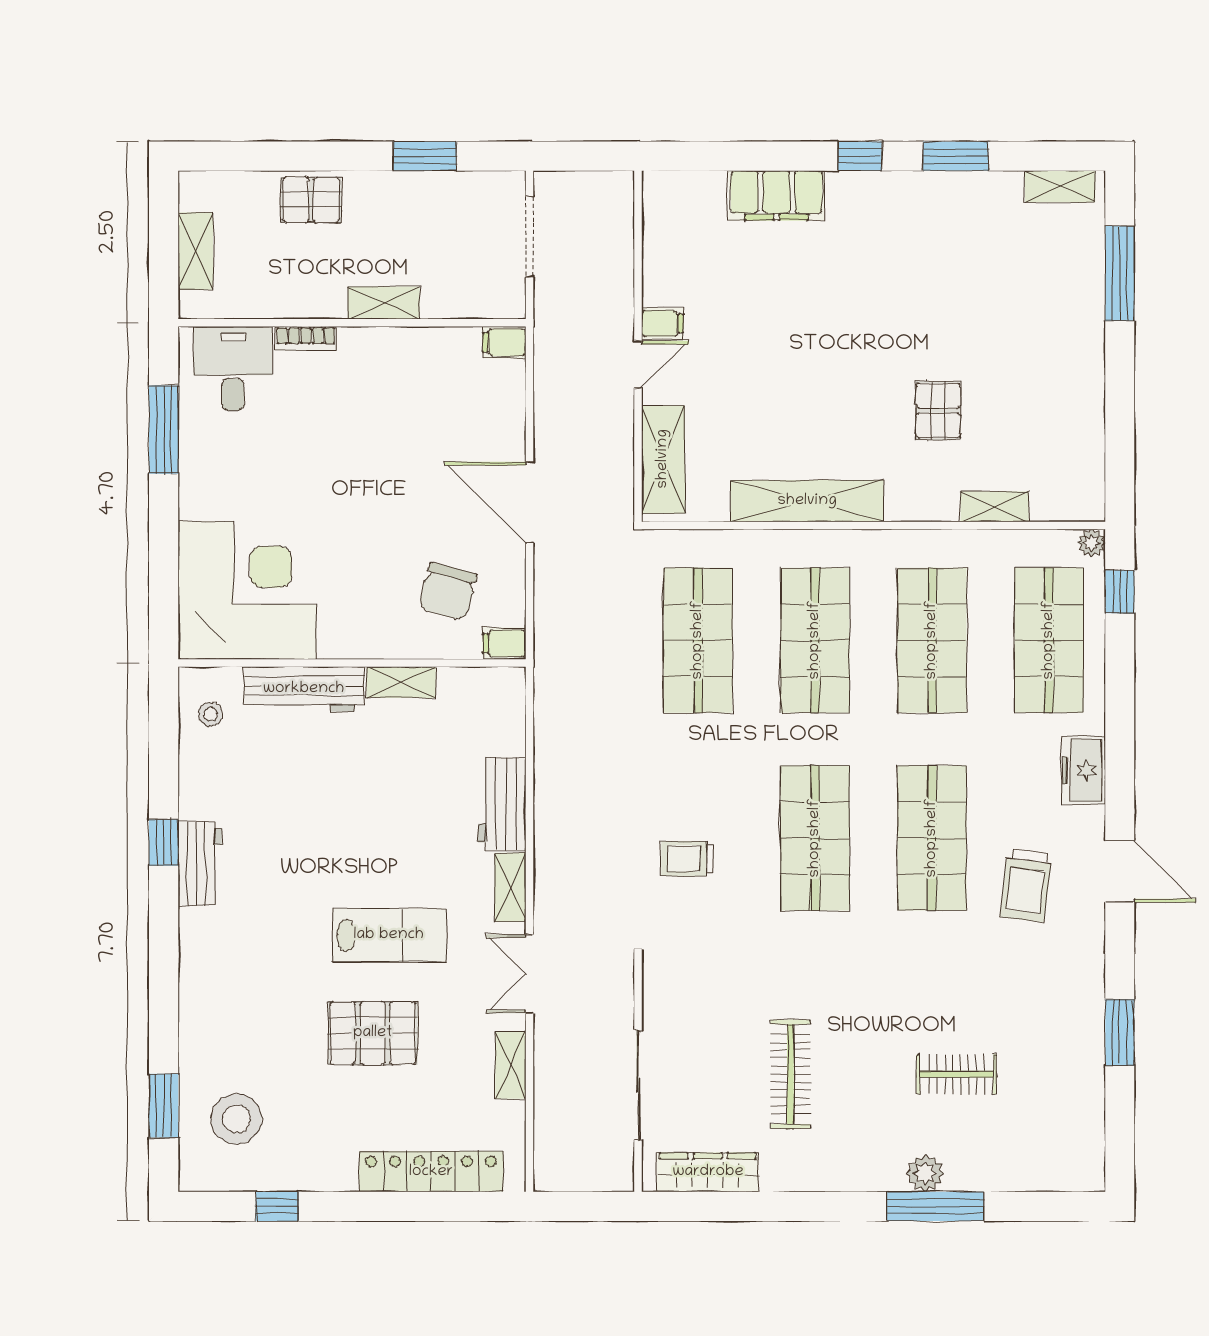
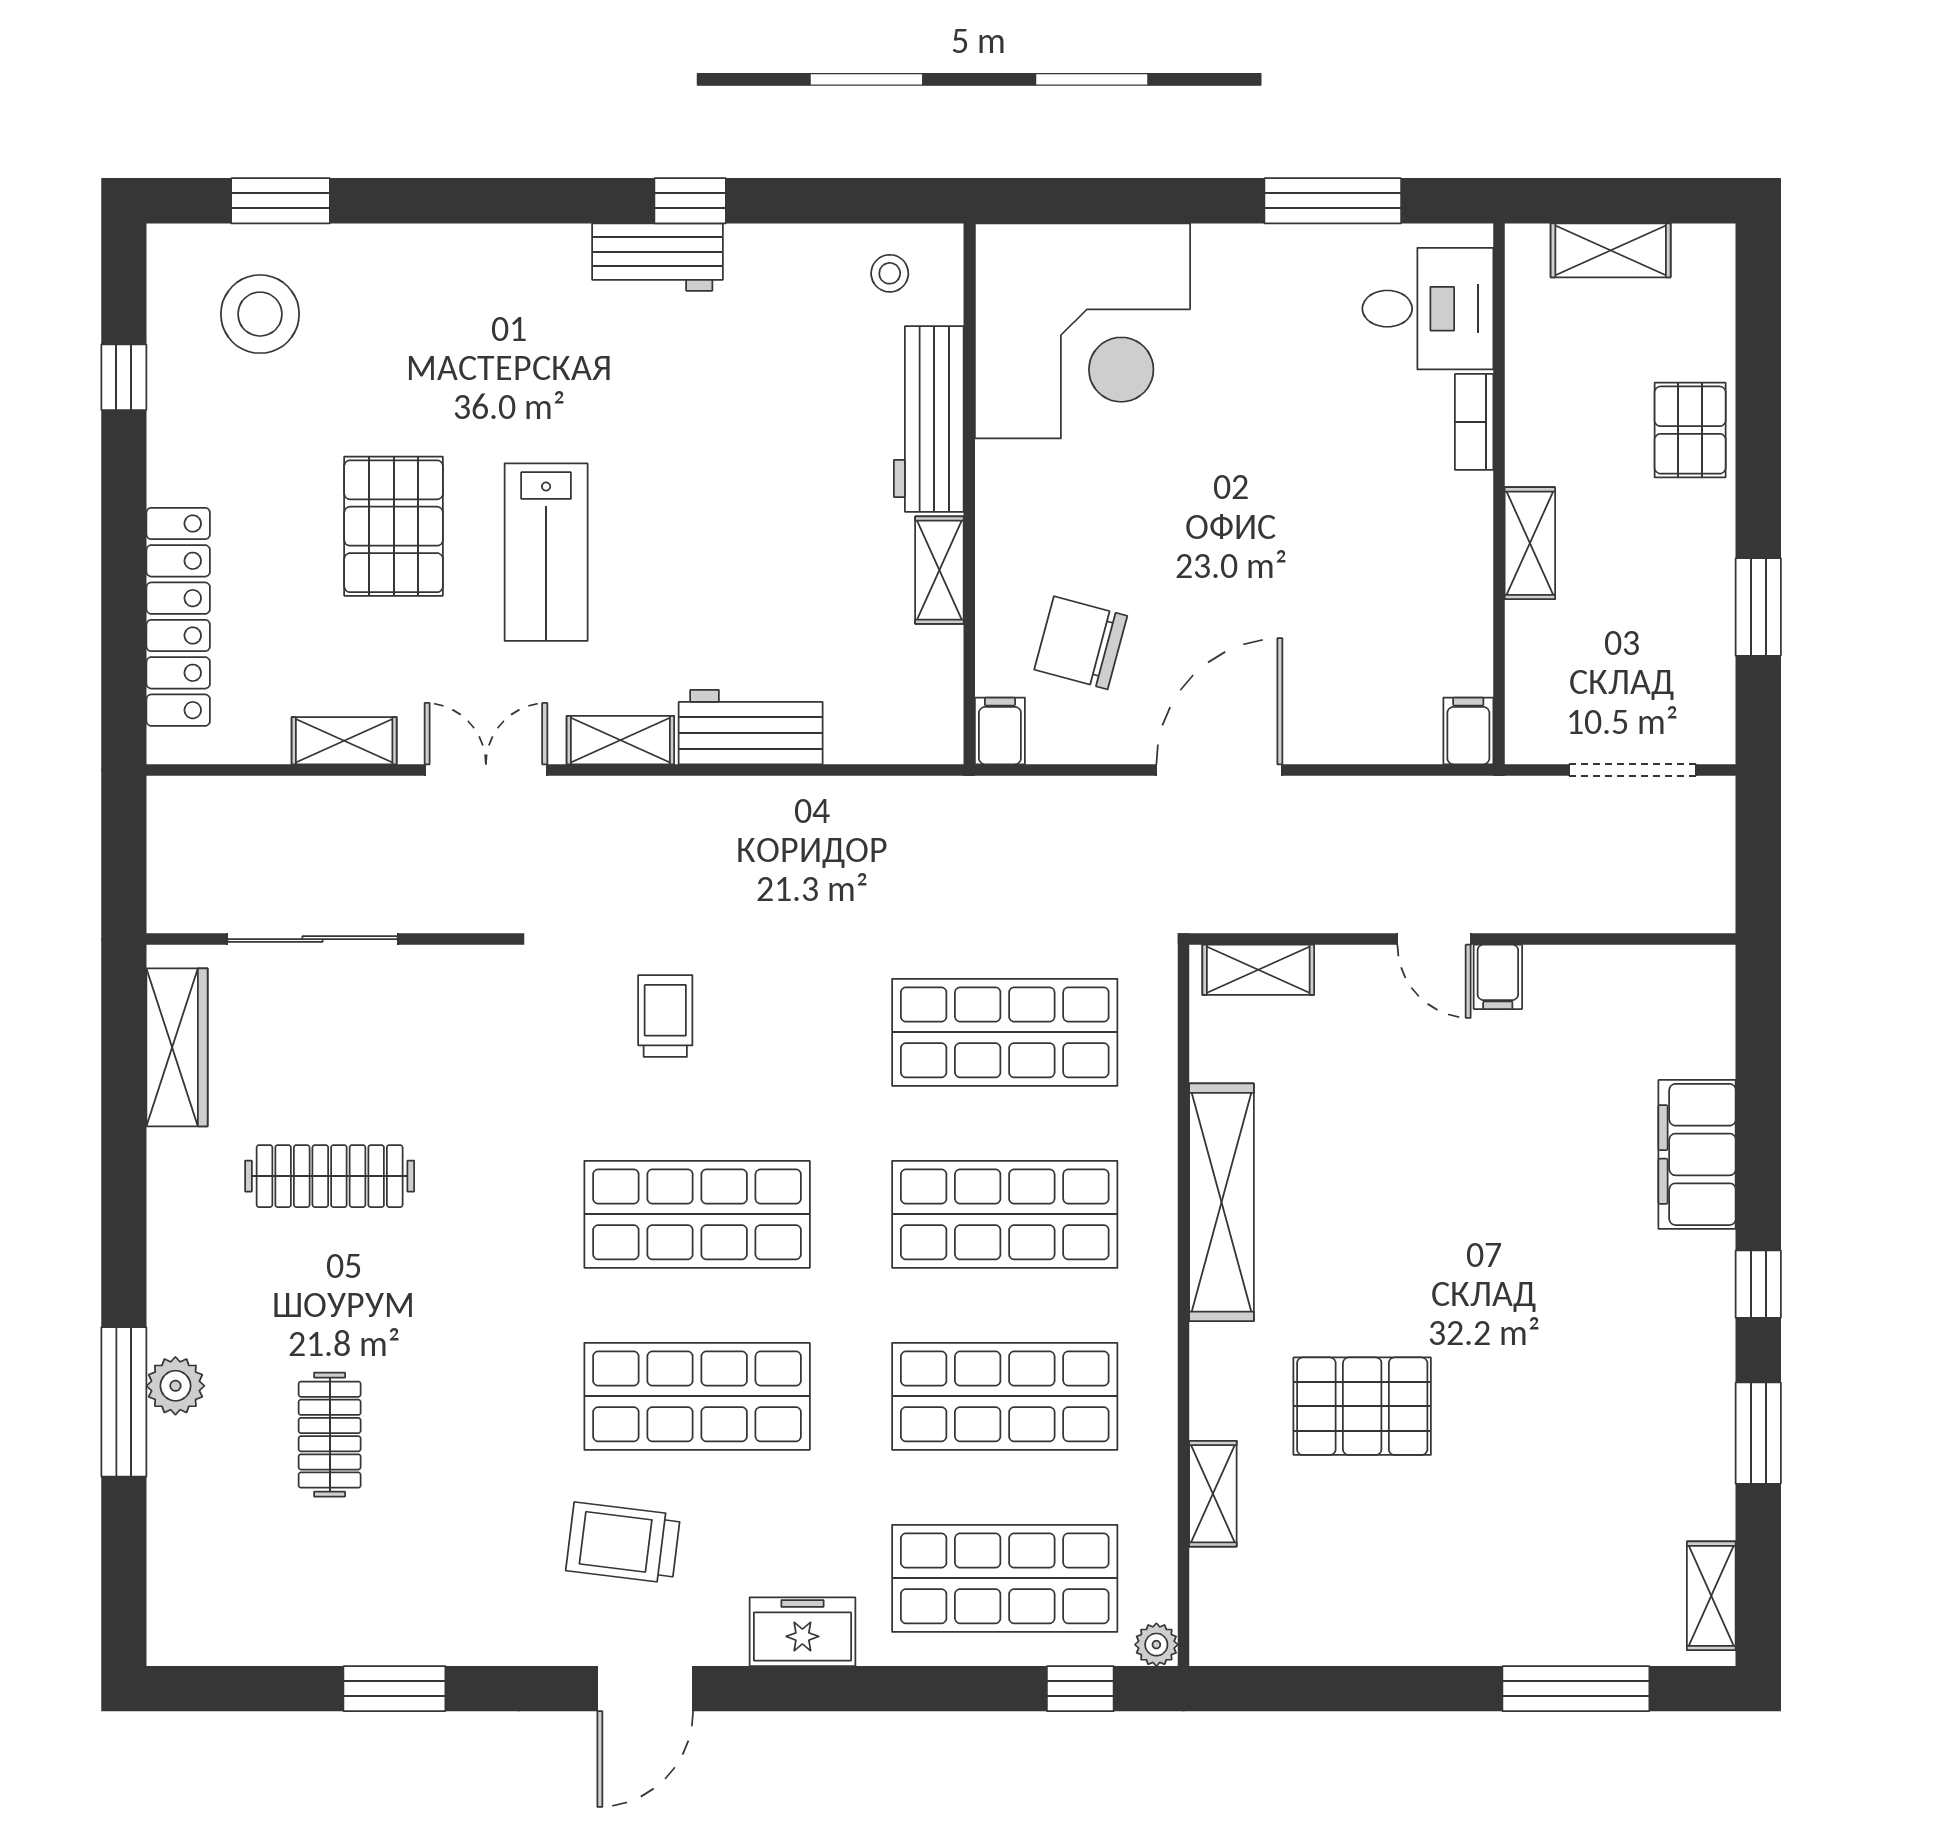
pallet: (938, 411) -> (1362, 1406), width x1.50, depth x1.42
shelving: (663, 459) -> (1258, 970), width x0.67, depth x0.75

